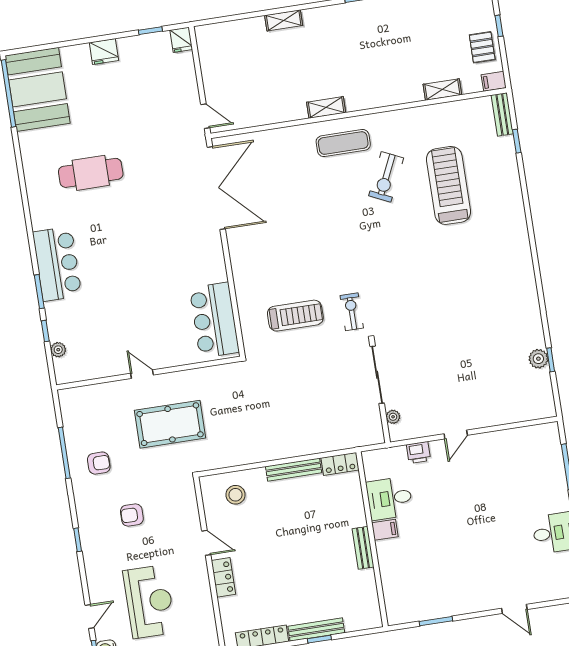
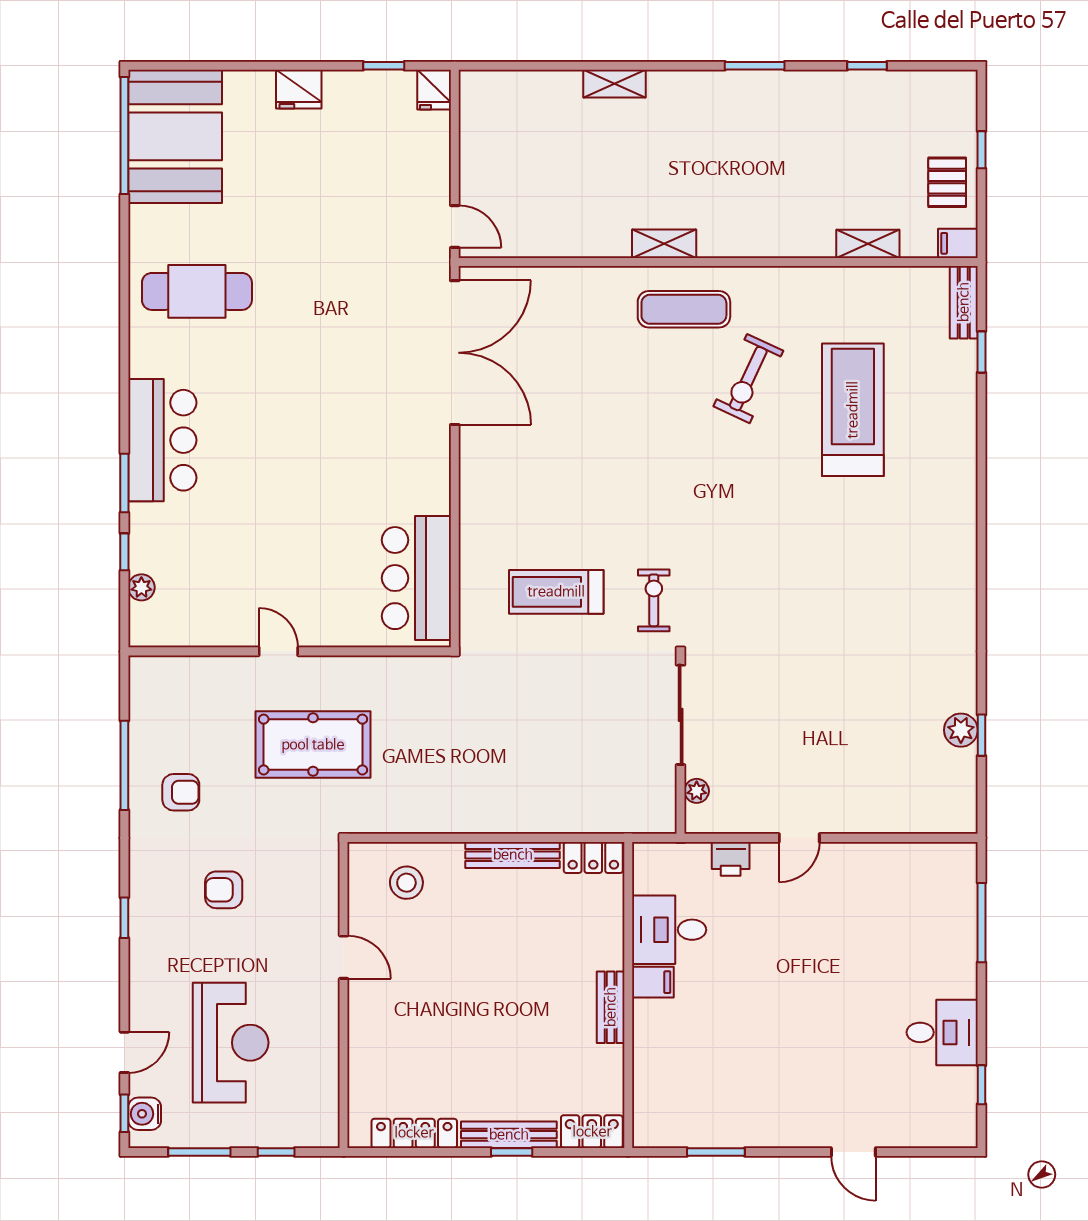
cafe table: (91, 173) -> (197, 291), moved
treadmill: (295, 316) -> (556, 592), turned 180
locker: (223, 577) -> (592, 1132), moved, turned -90

